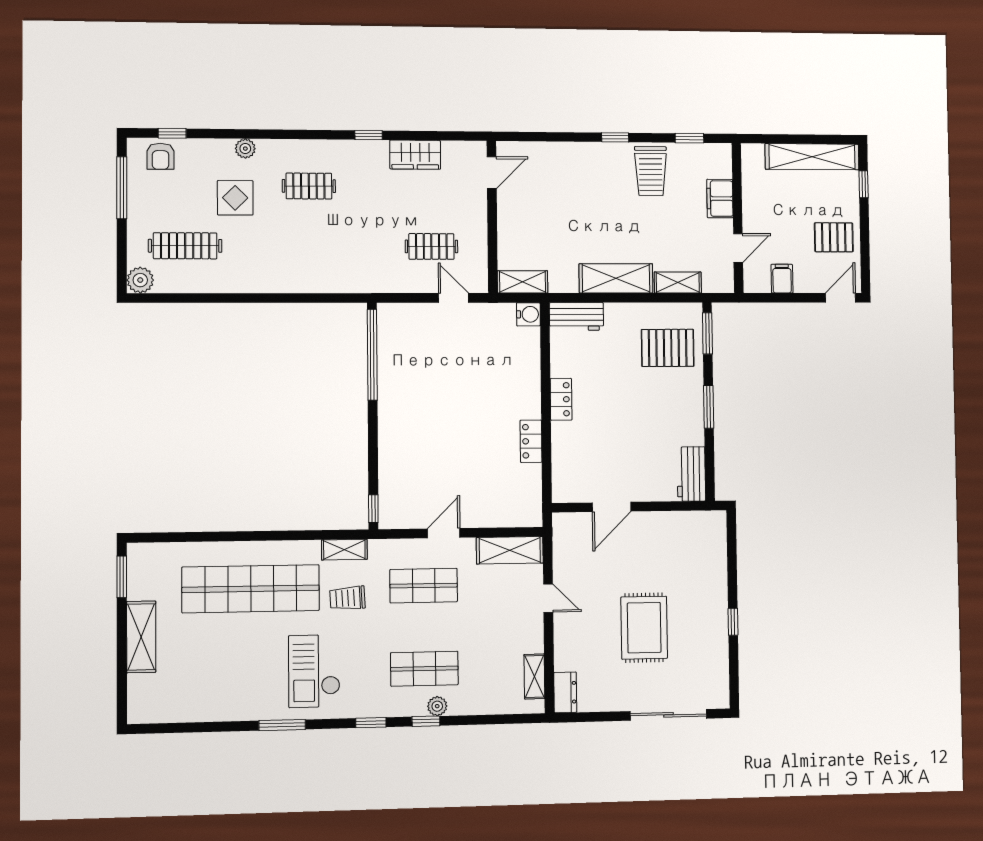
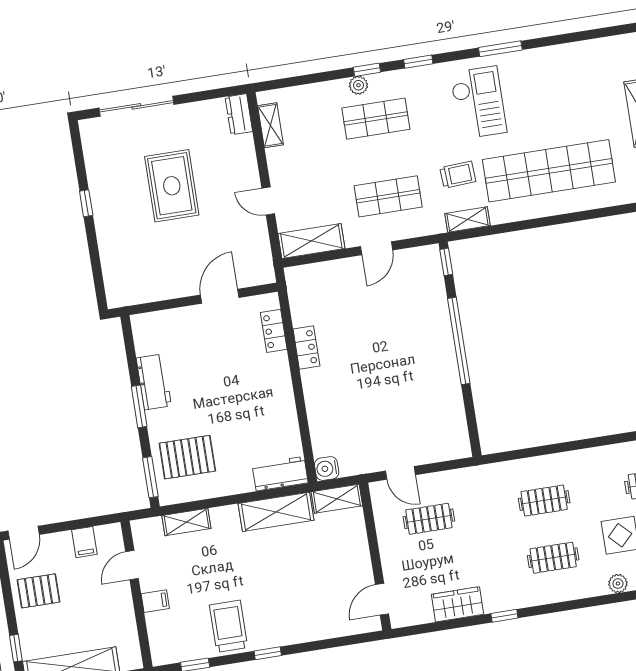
filing cabinet: (720, 199) -> (155, 601), width x0.50
clothes rail: (309, 246) -> (544, 501), added
shelving: (616, 278) -> (276, 512), moved
window: (372, 355) -> (459, 341), moved
locker: (561, 399) -> (274, 331), moved
workbench: (691, 474) -> (154, 382), moved

